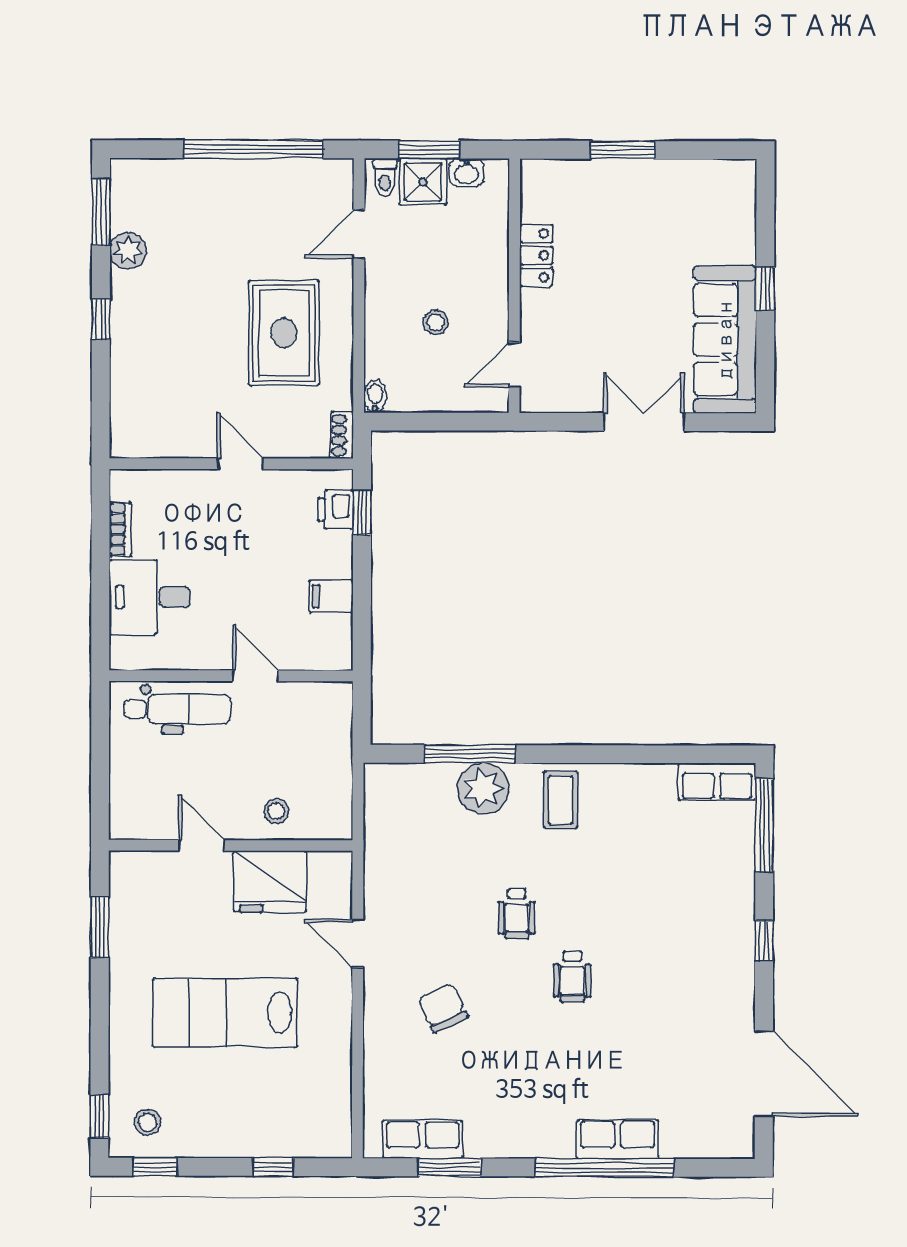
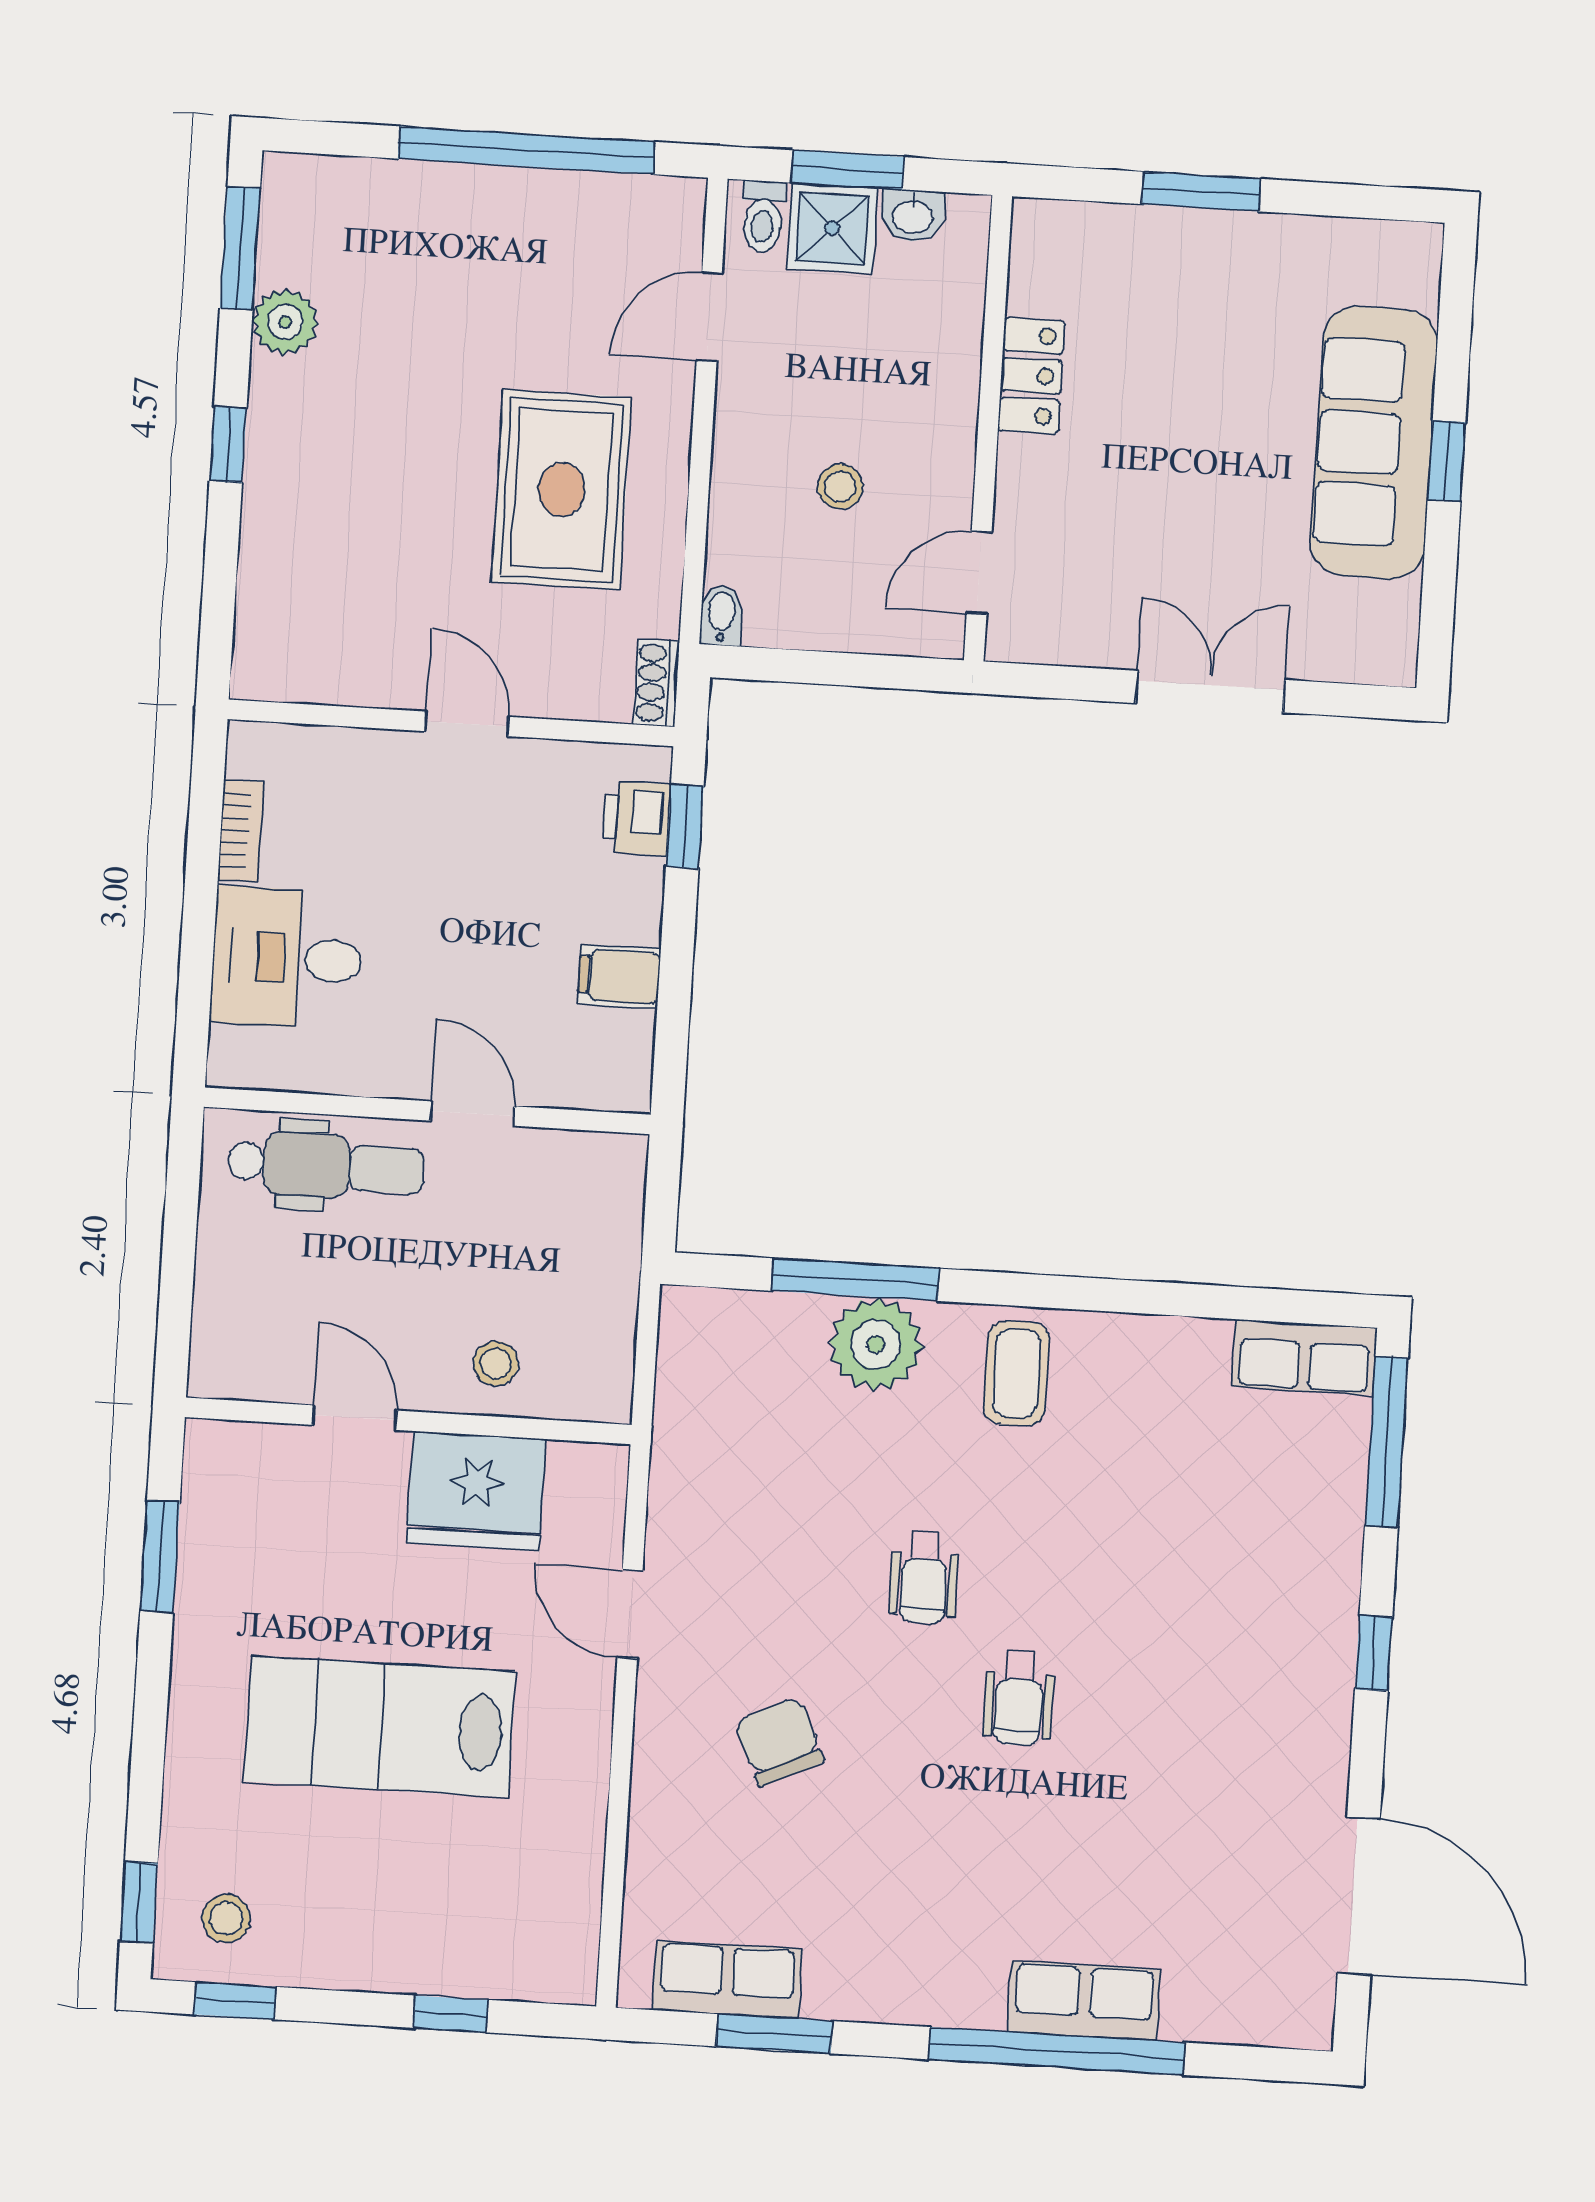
sofa: (725, 340) -> (1374, 443), moved

